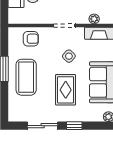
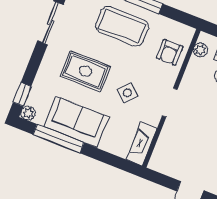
plant: (94, 19) -> (200, 50), moved
window: (74, 126) -> (22, 94), moved

